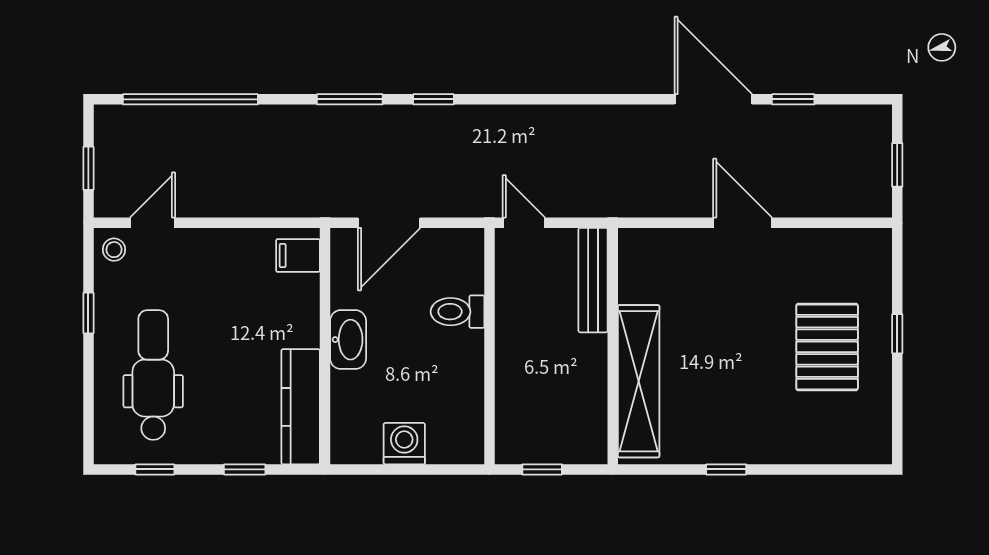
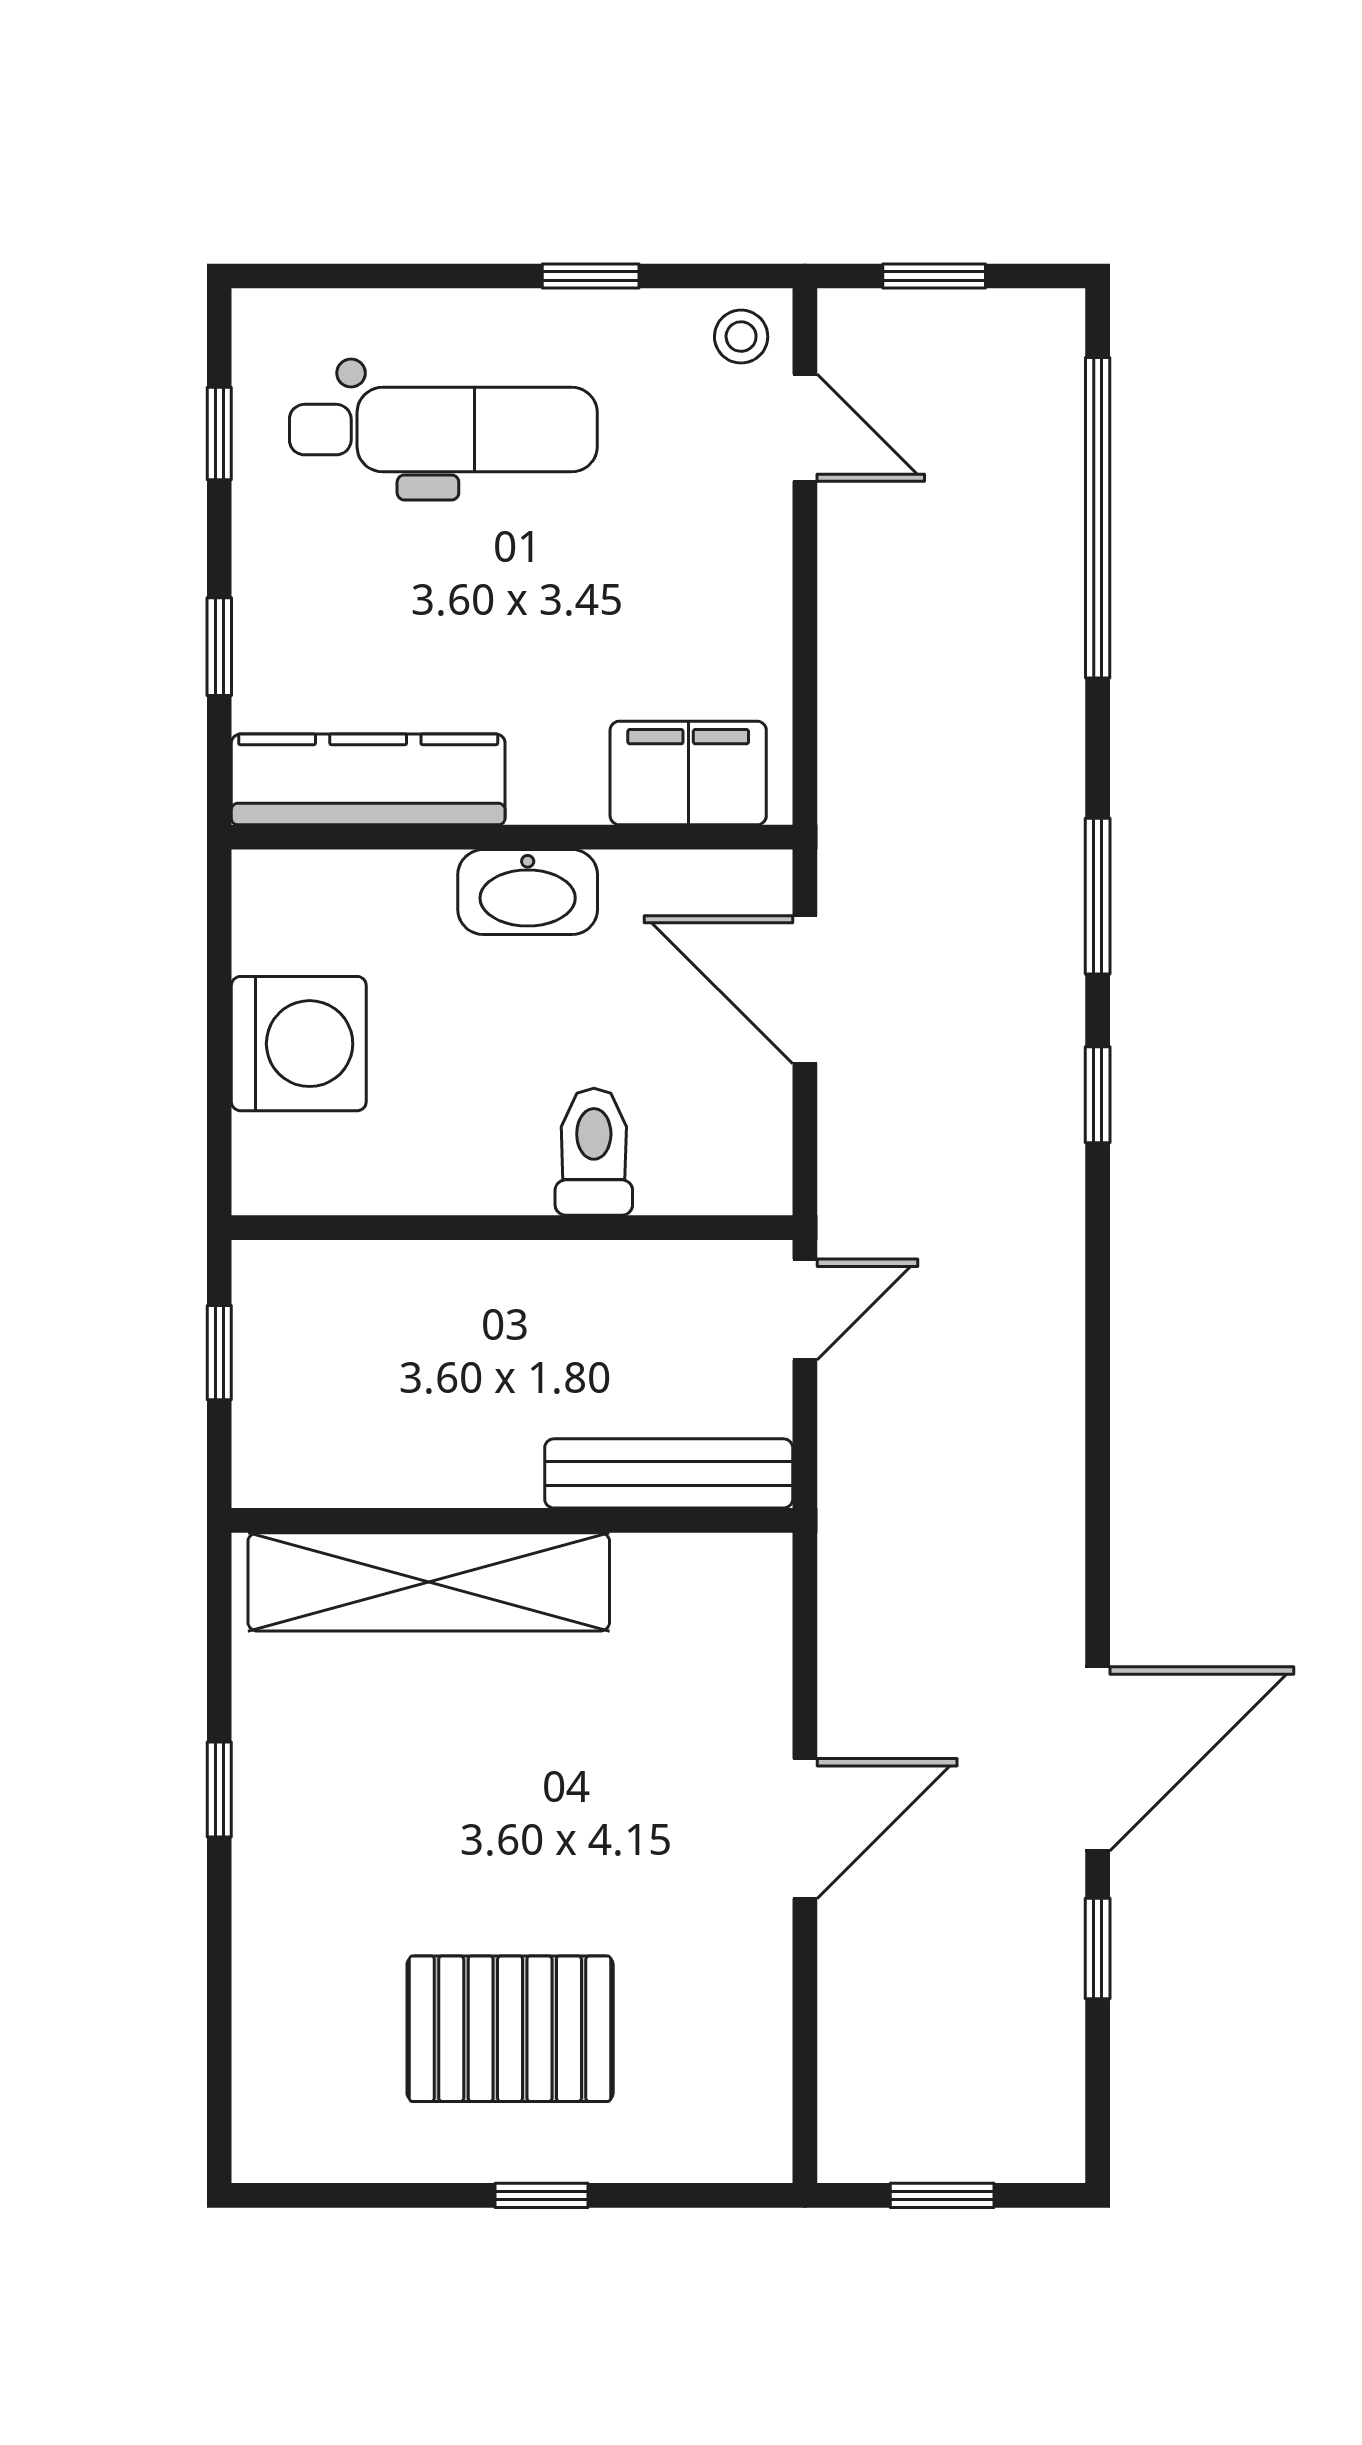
filing cabinet: (298, 255) -> (688, 773), width x2.00
washing machine: (404, 444) -> (299, 1044), width x1.37, depth x1.37

